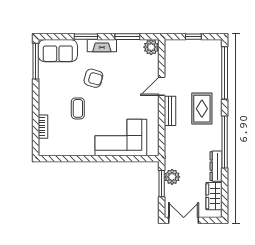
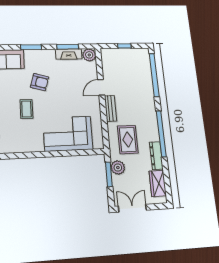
fireplace: (102, 46) -> (69, 54), moved
rug: (202, 109) -> (128, 140), moved

